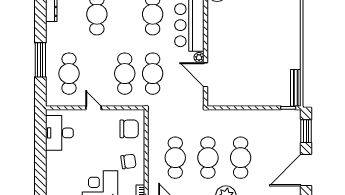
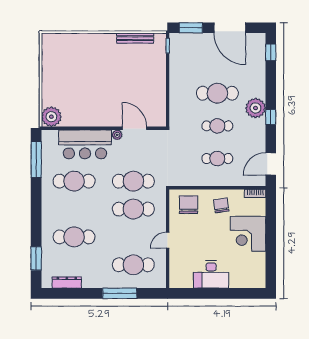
door: (206, 75) -> (135, 128), swing flipped
bench: (296, 88) -> (135, 38), moved
desk: (59, 133) -> (211, 274), moved
cafe table: (175, 158) -> (217, 159), width x0.73, depth x0.74
cafe table: (208, 158) -> (217, 126), width x0.73, depth x0.74

